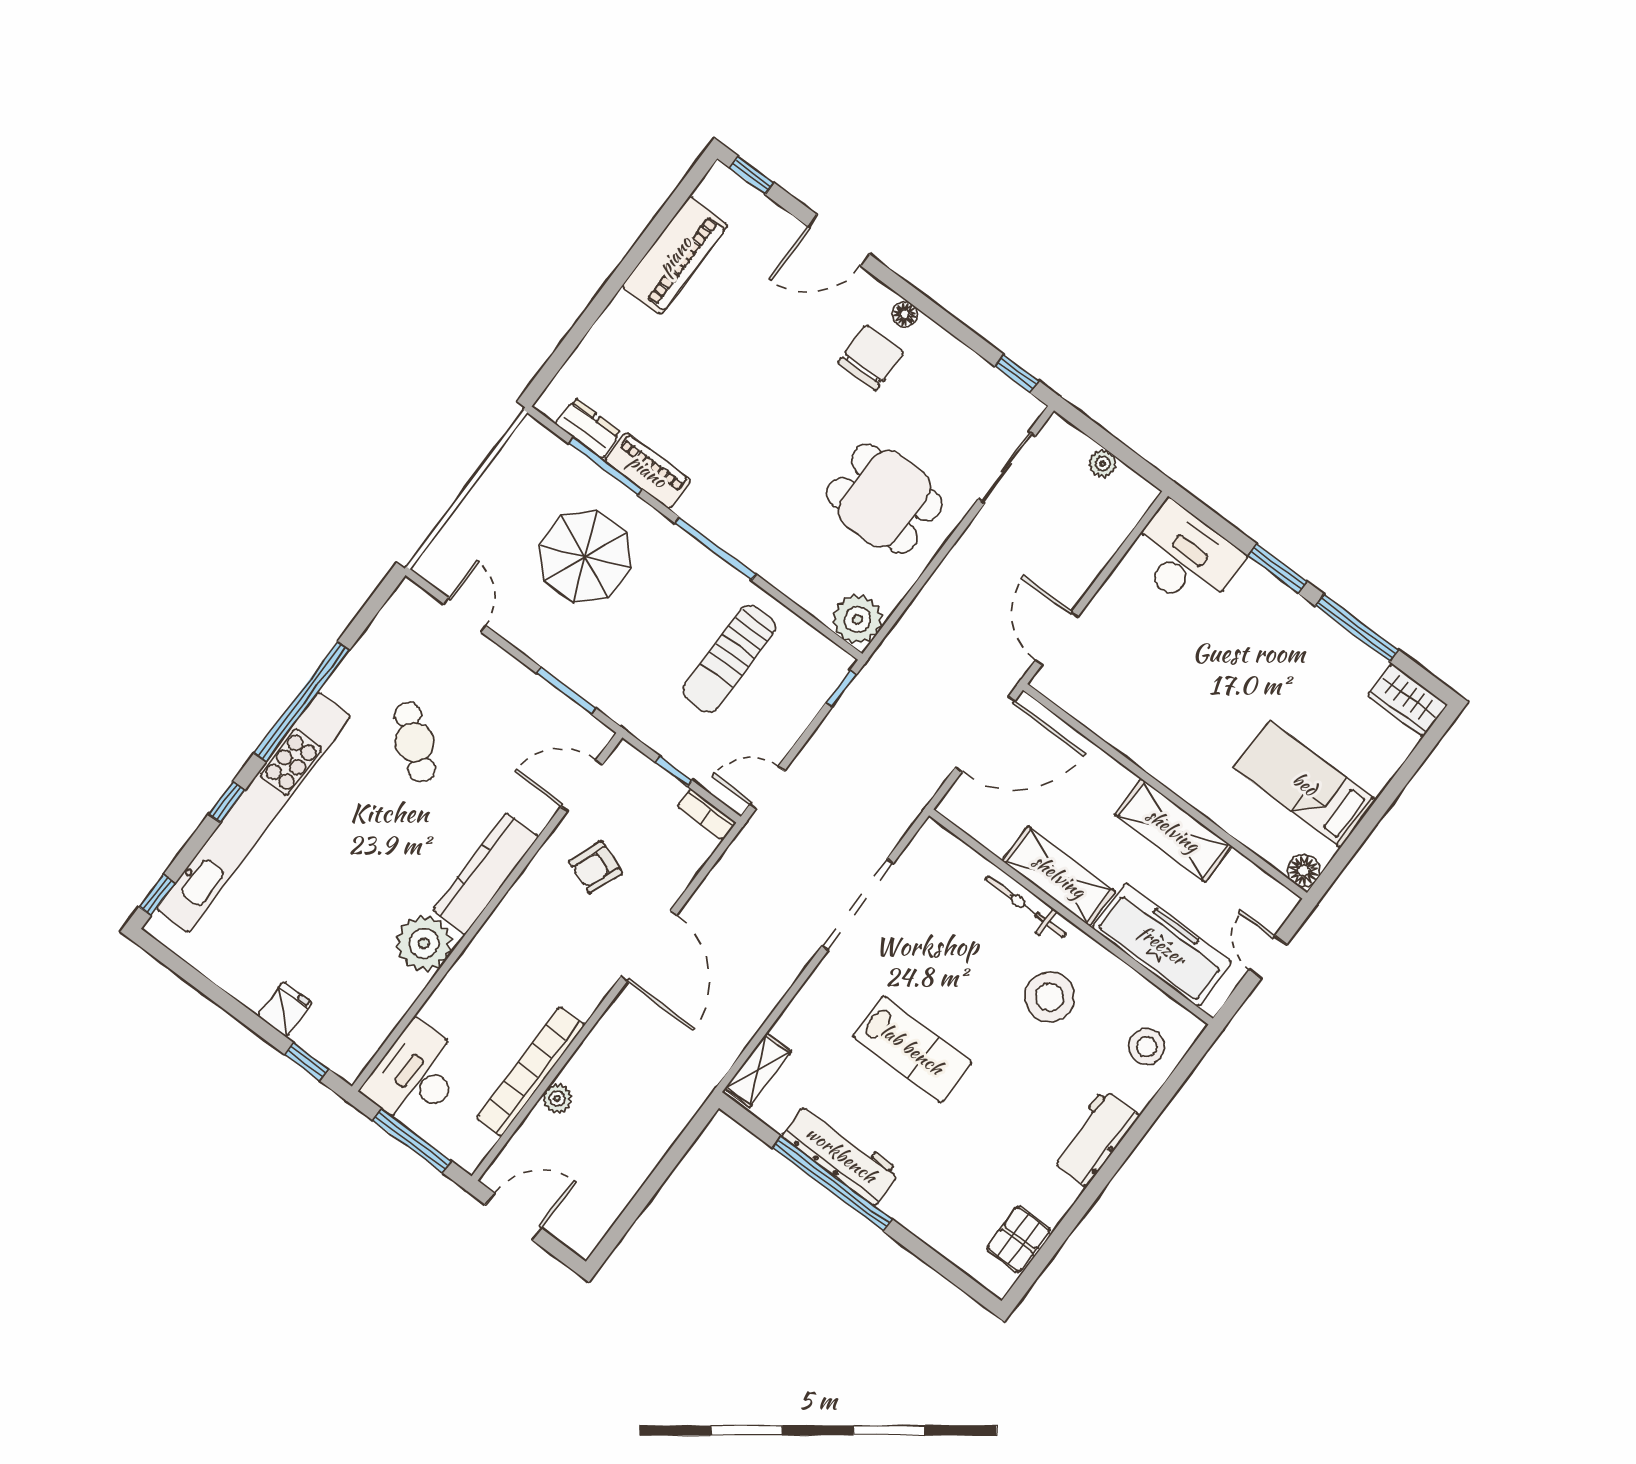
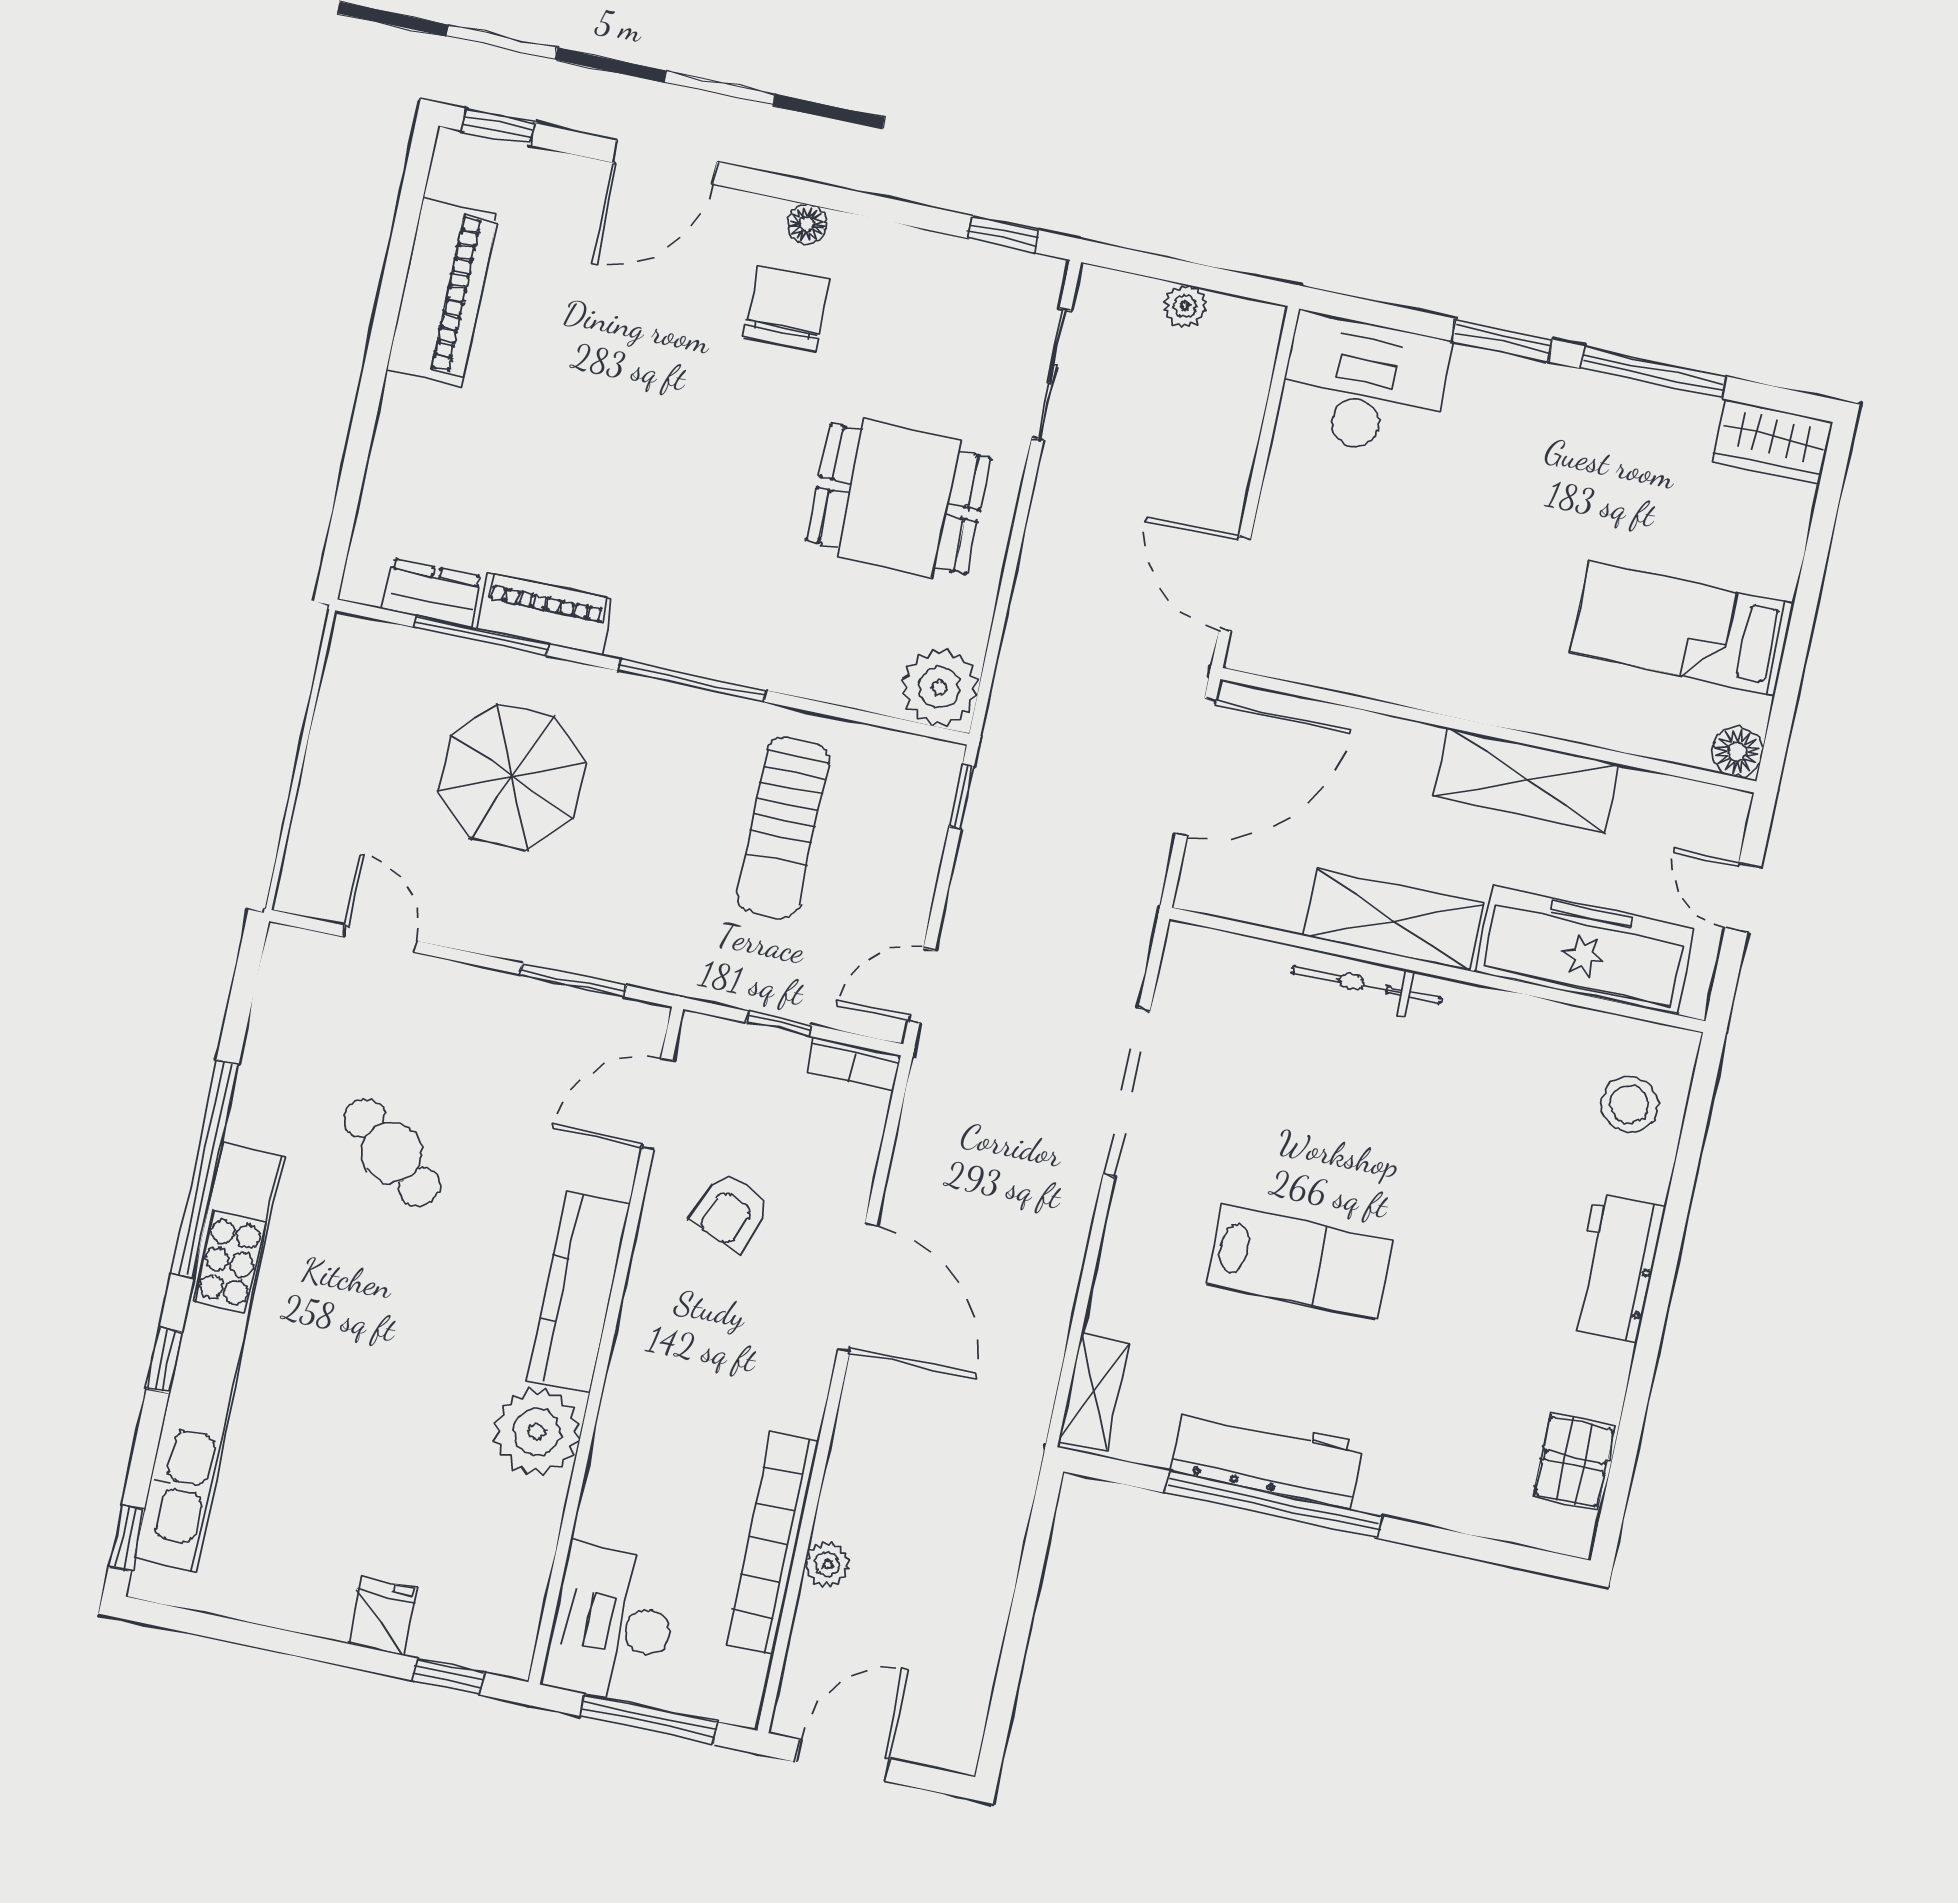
stool: (1050, 997) -> (1460, 1098), removed

